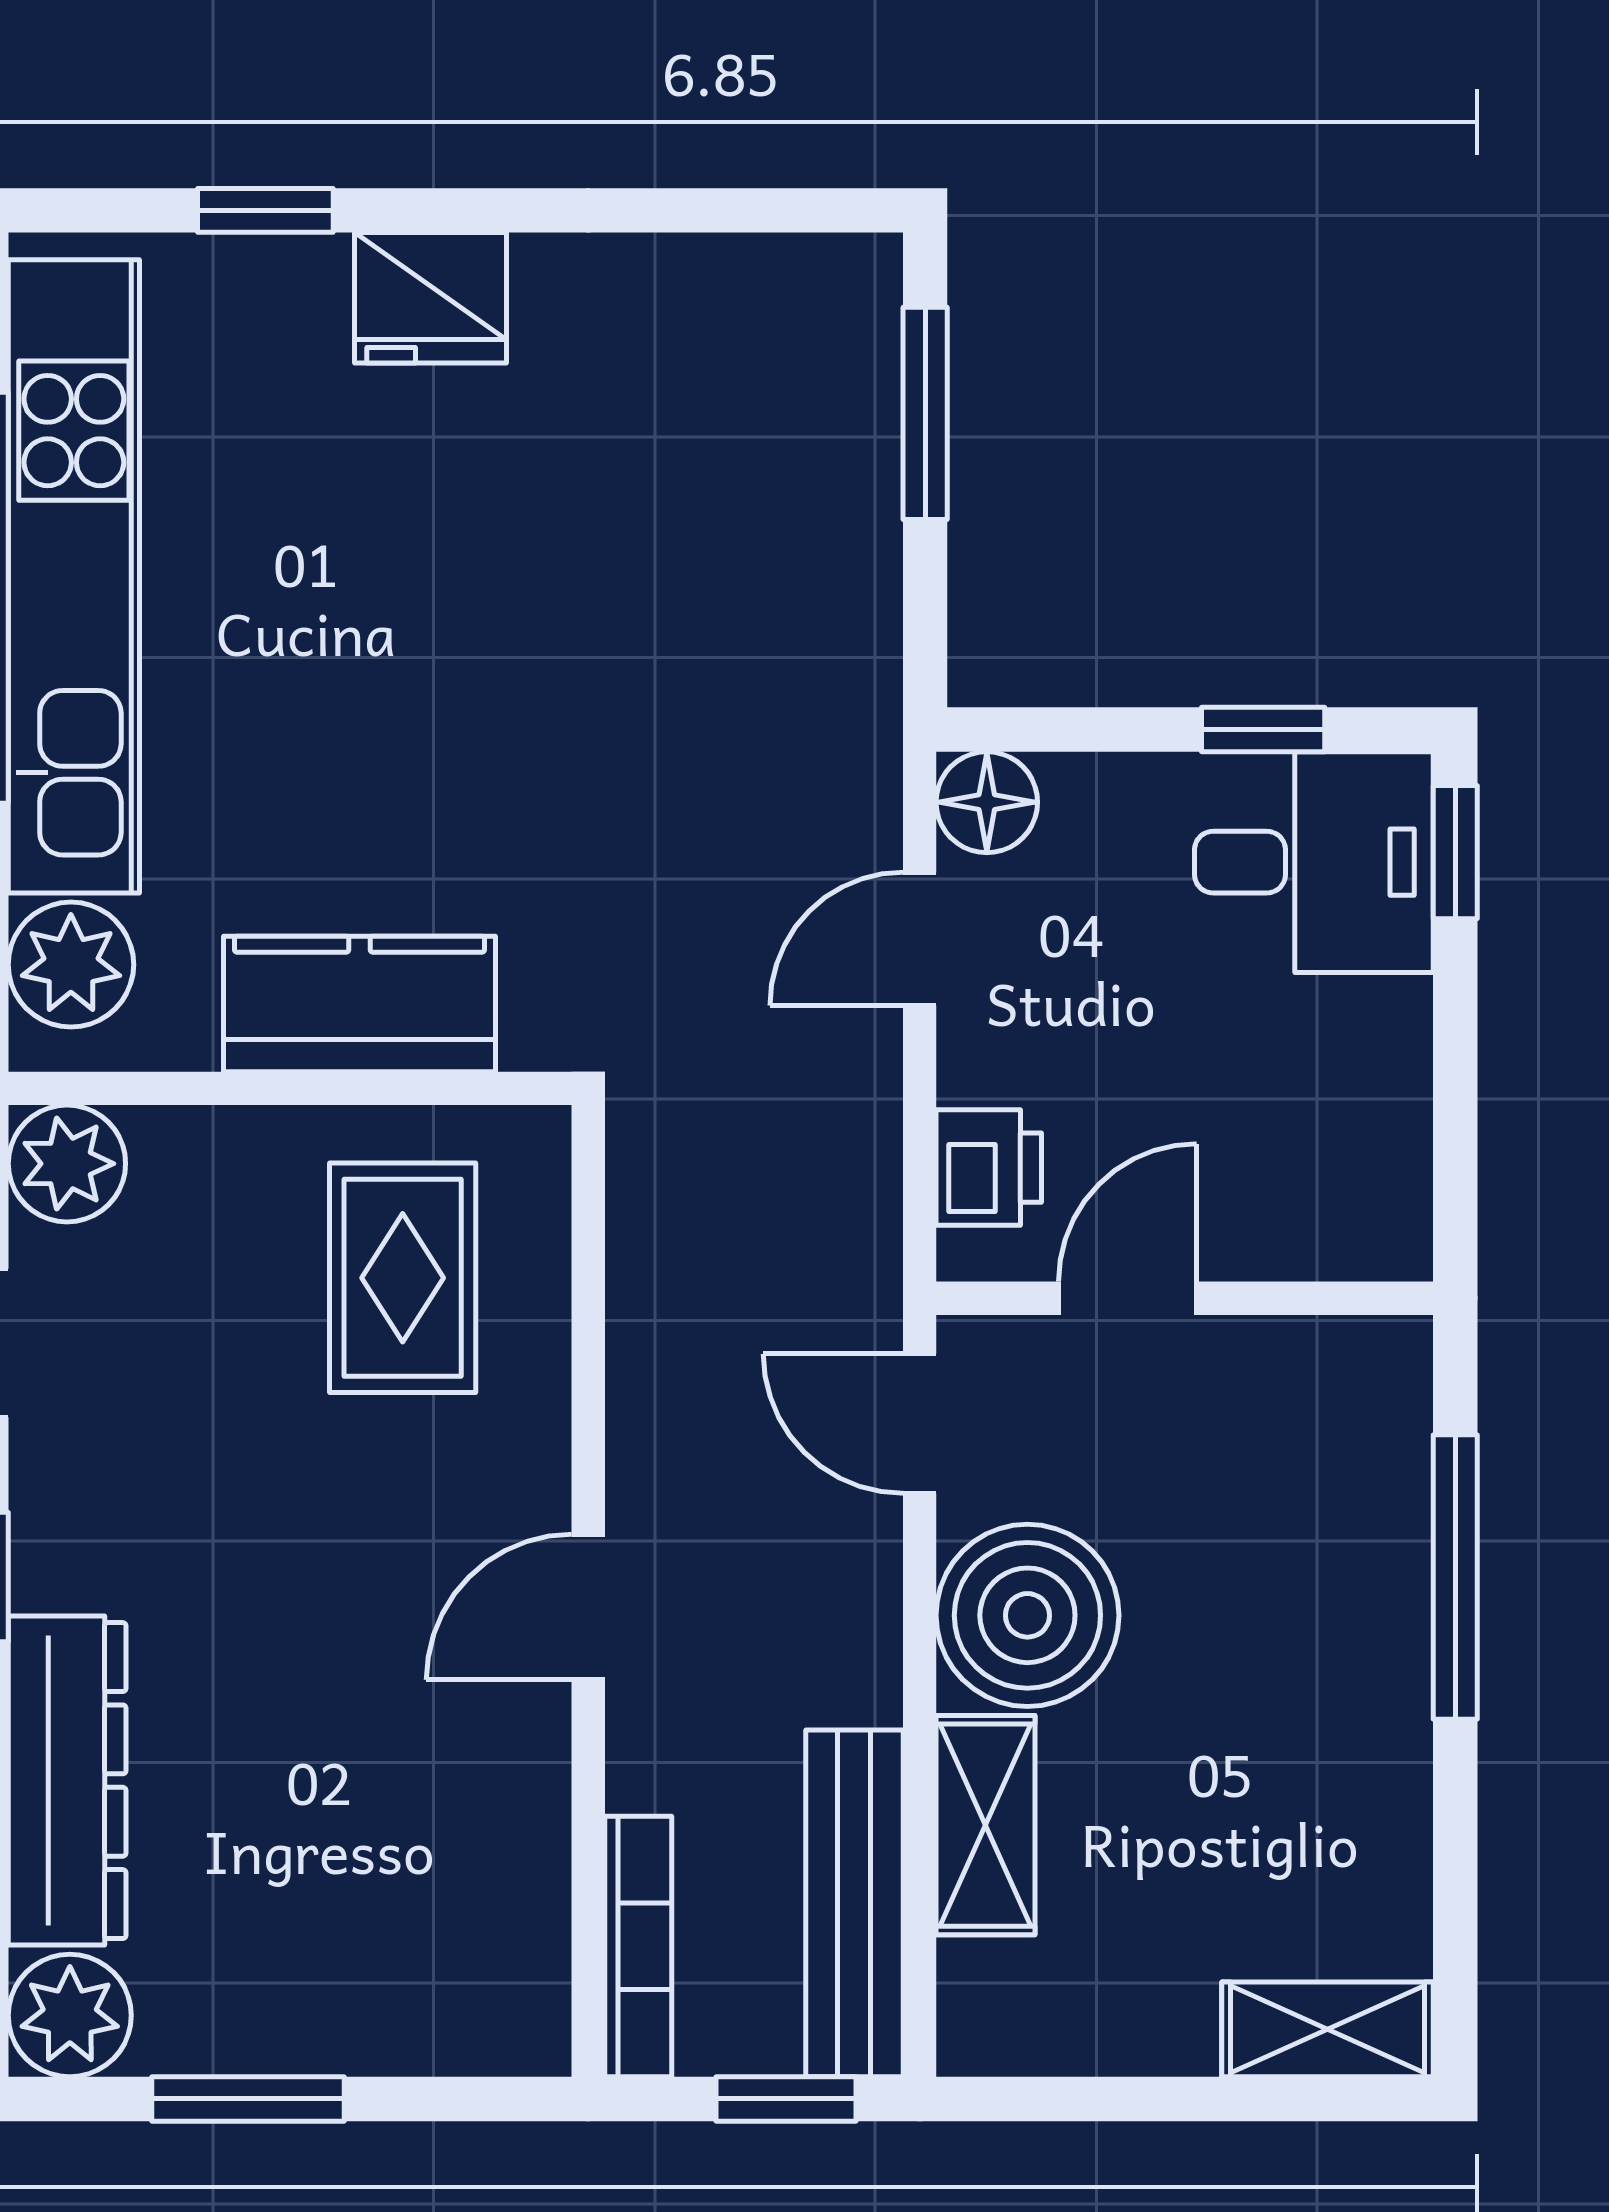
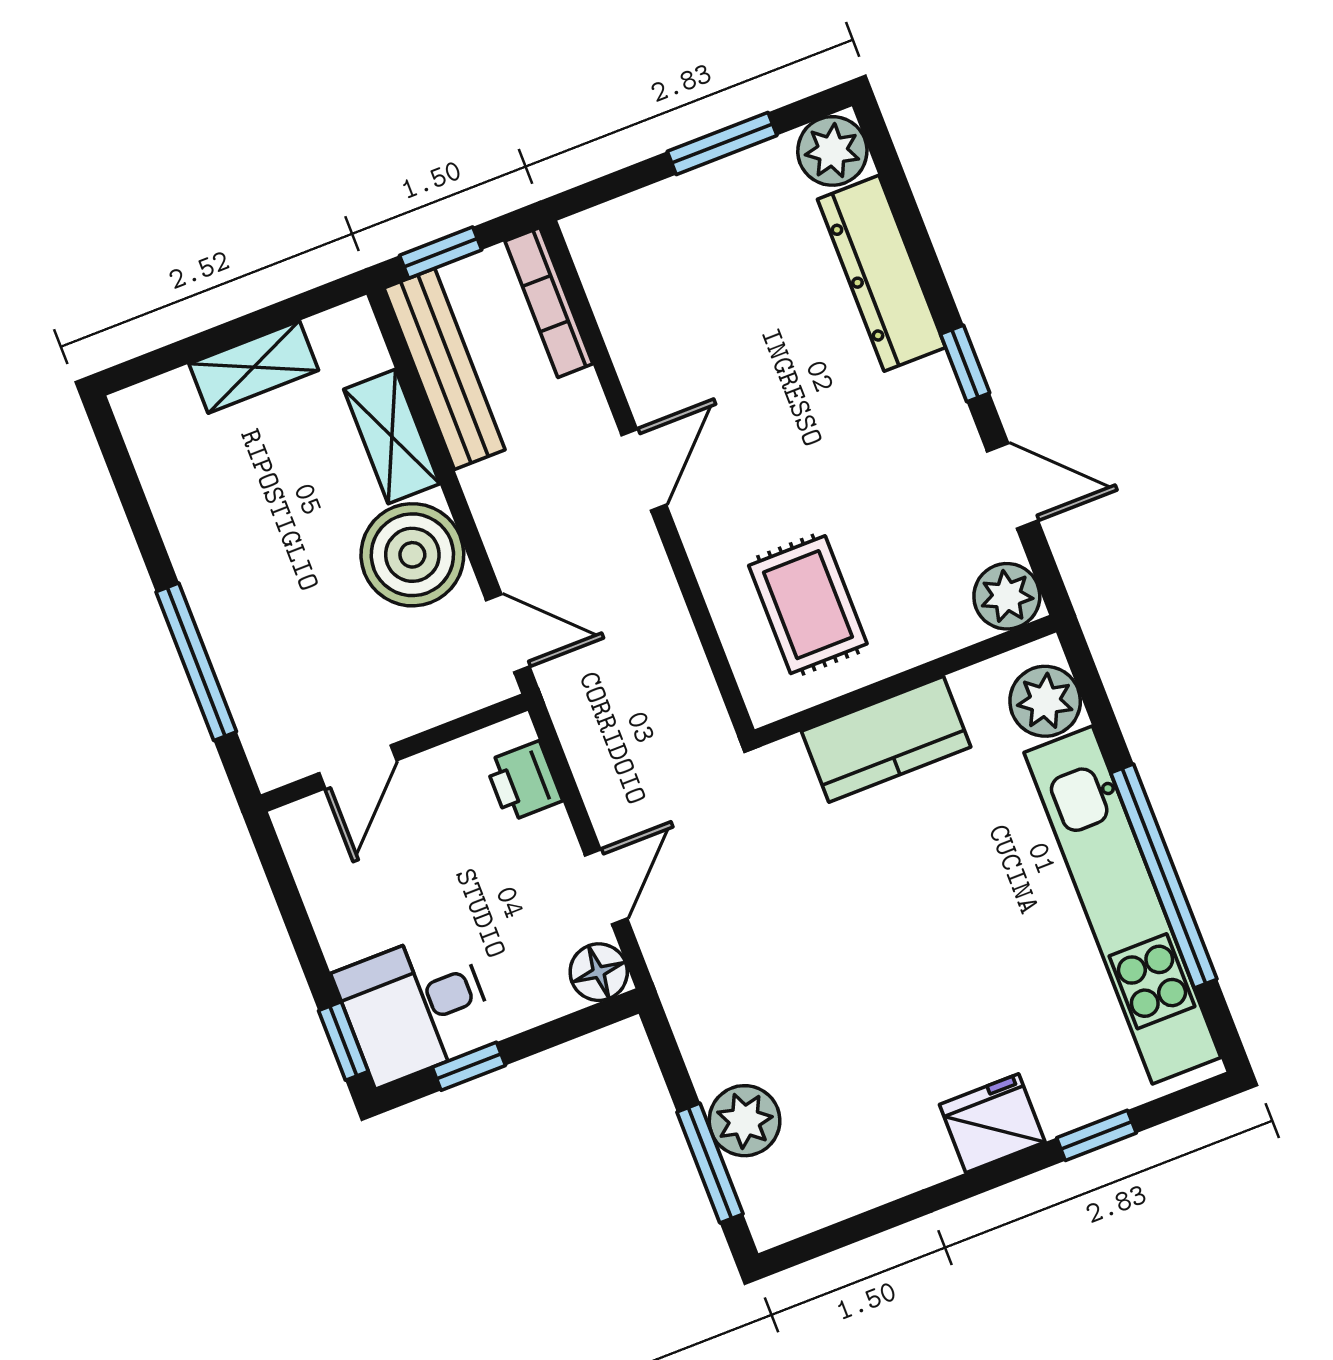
plant: (840, 462) -> (745, 1121), added
door: (1128, 1298) -> (358, 767), moved
shelving: (1328, 2029) -> (254, 367), moved

